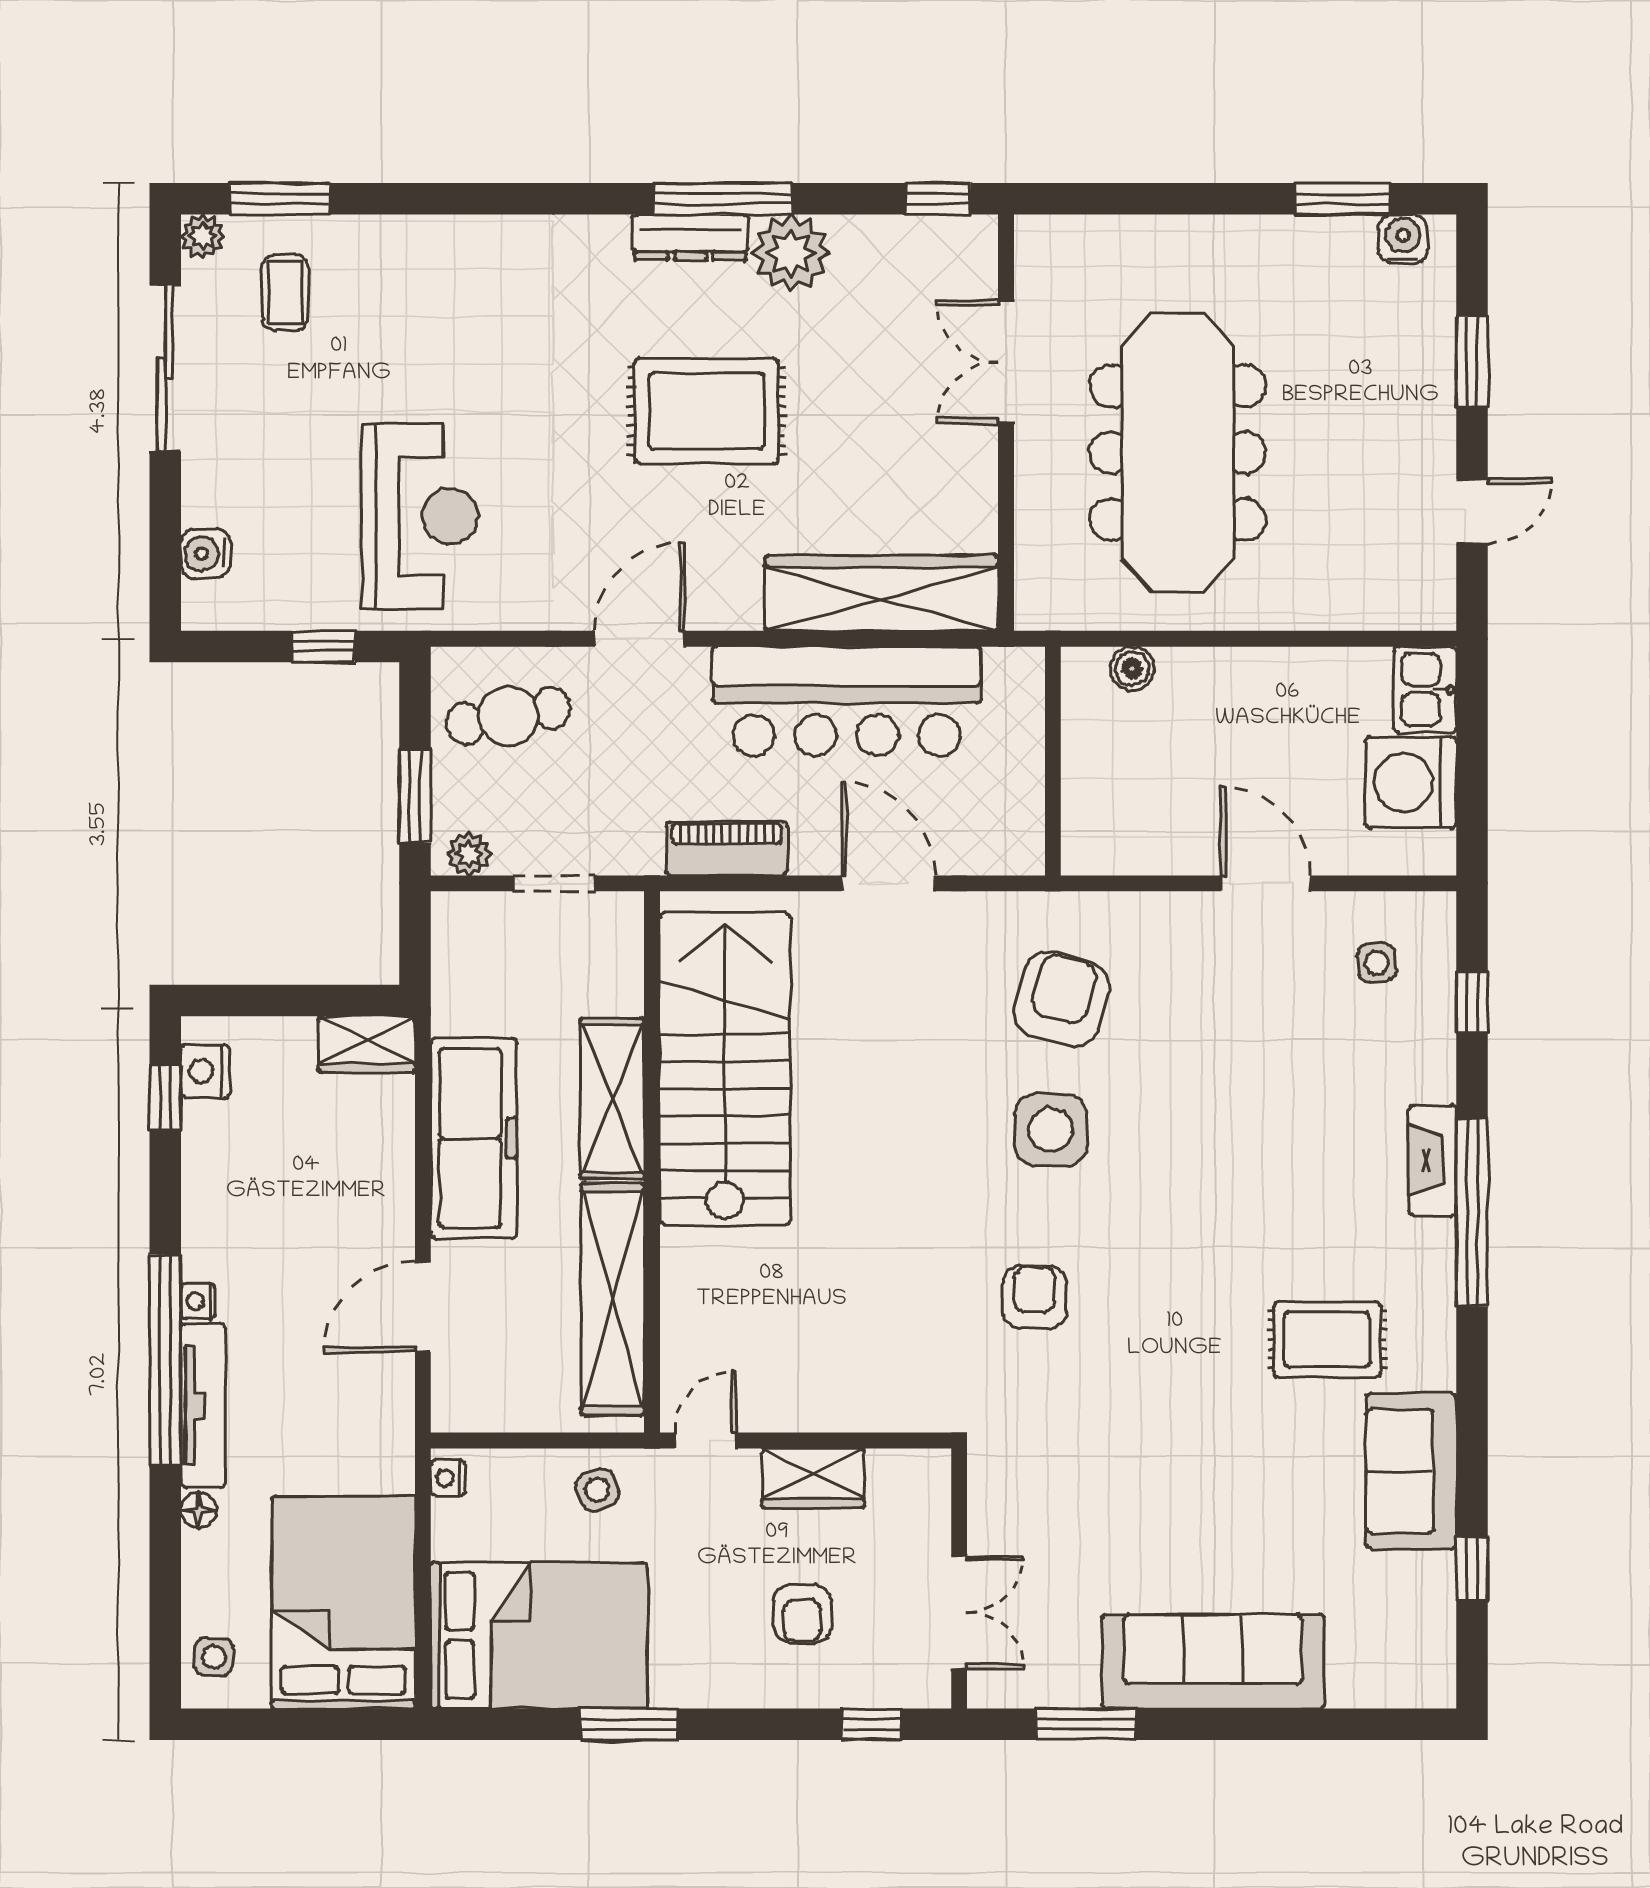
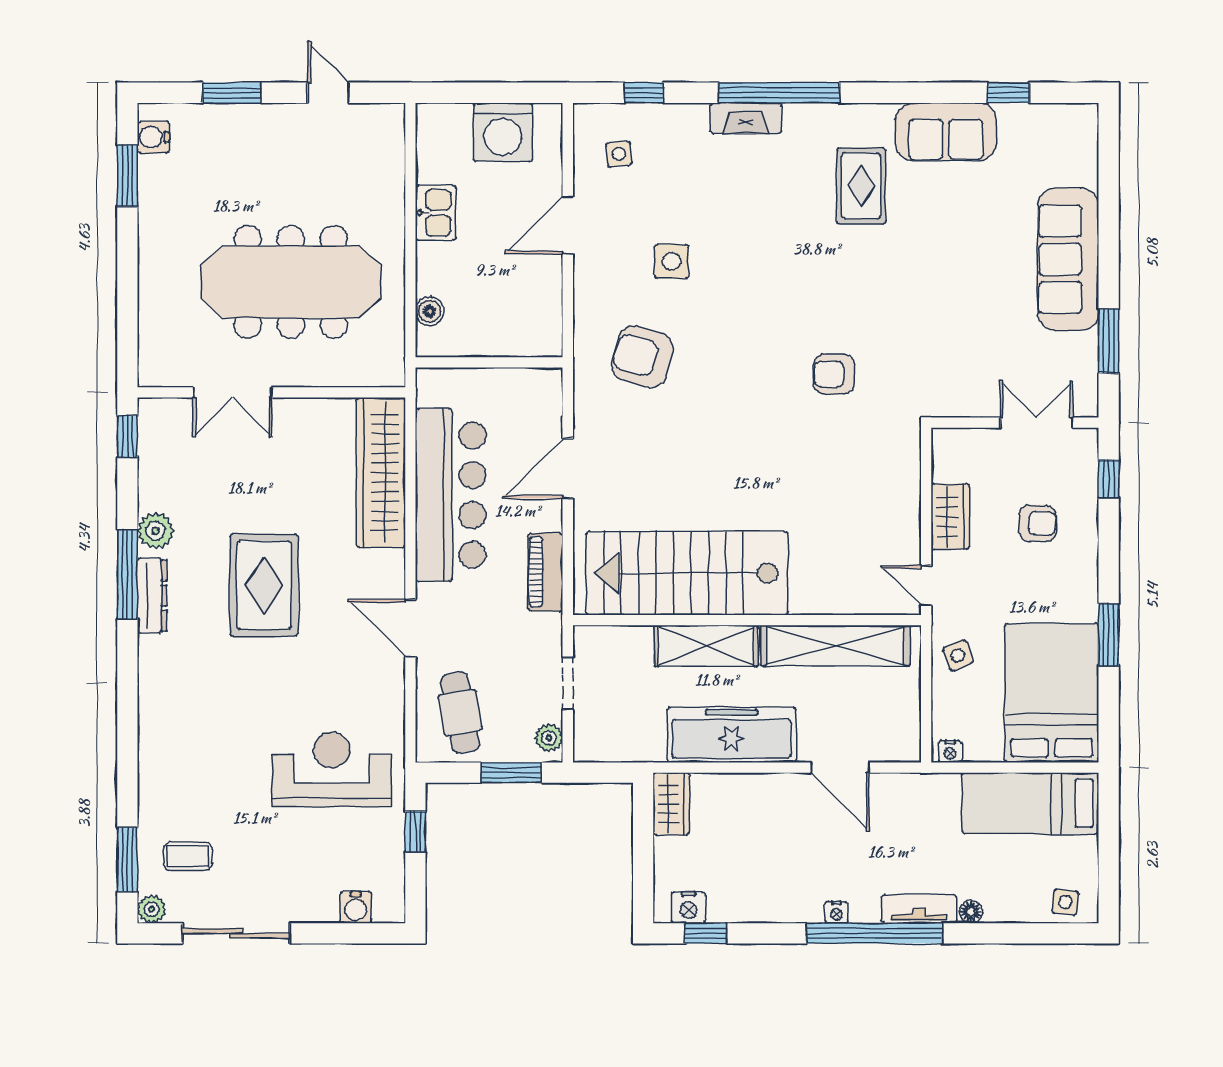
plant: (791, 253) -> (156, 531), width x0.73, depth x0.73
kitchen sink: (1425, 690) -> (435, 213), moved, turned -90
side table: (1051, 1130) -> (672, 261), moved, width x0.73, depth x0.73
tv unit: (203, 1406) -> (919, 909), width x0.71
bed: (343, 1602) -> (1030, 803), width x0.67

